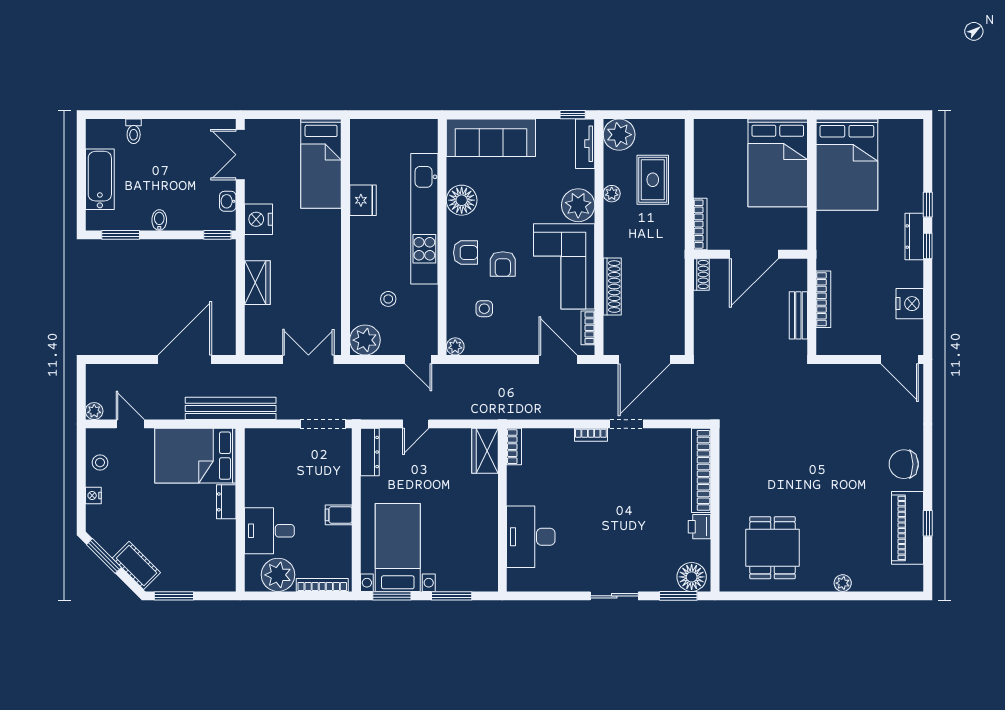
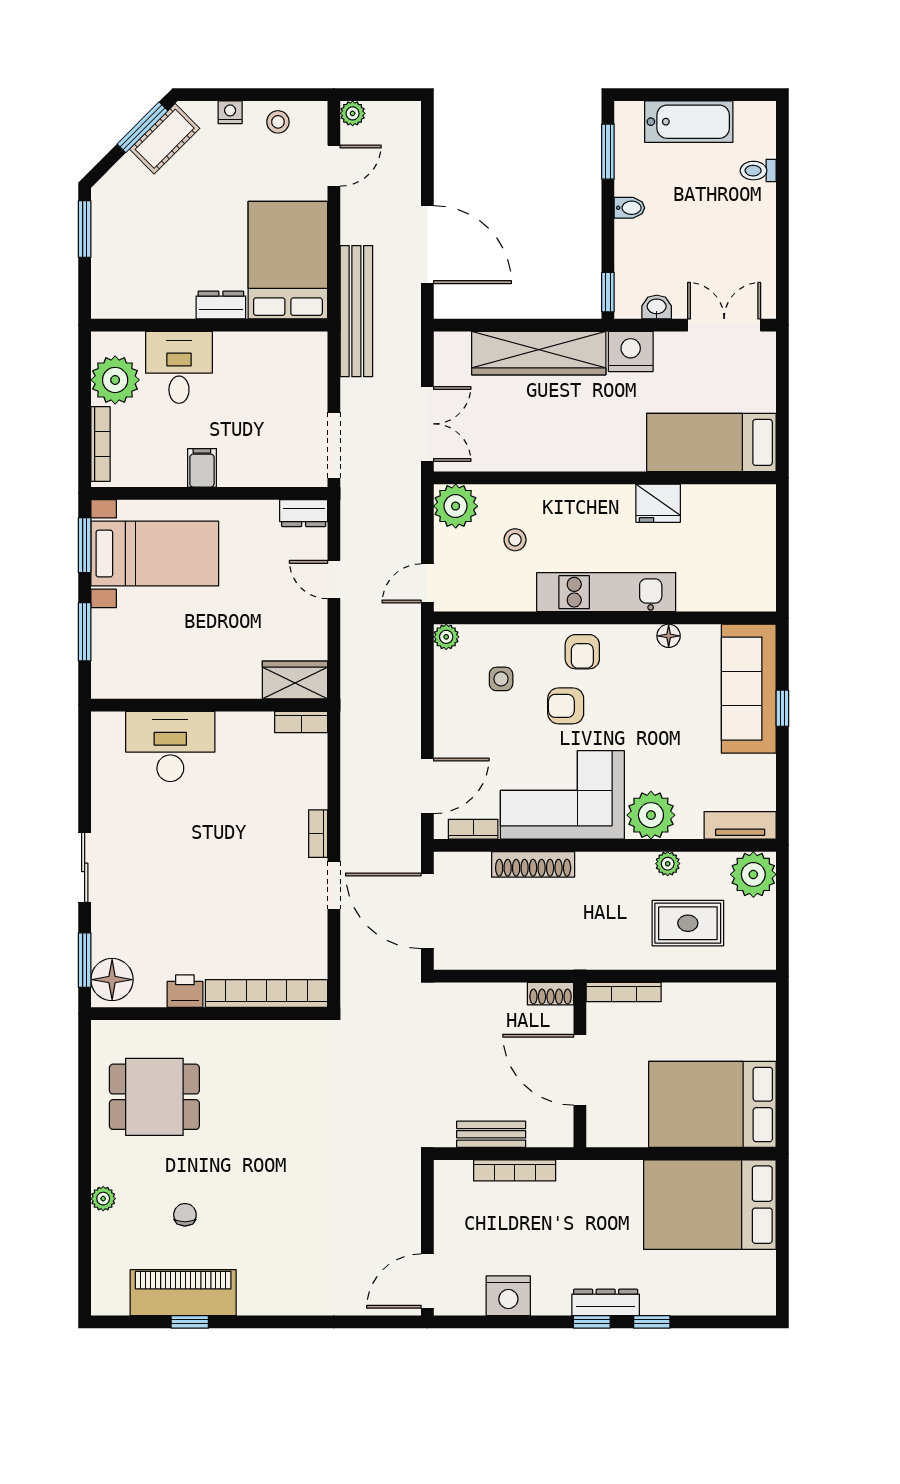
window: (573, 115) -> (782, 708), moved
floor lamp: (462, 200) -> (669, 636), width x0.53, depth x0.53
kitchen unit: (424, 219) -> (606, 592), width x0.73
wardrobe: (257, 283) -> (539, 353), width x2.10, depth x1.17
dresser: (370, 452) -> (304, 513), width x0.70
chair: (904, 464) -> (185, 1215), moved, width x0.54, depth x0.54
cot: (136, 565) -> (165, 139), moved

